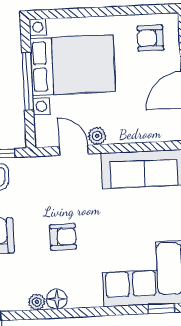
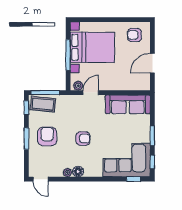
plant: (97, 136) -> (78, 86), moved
door: (74, 150) -> (91, 93), hinge flipped

